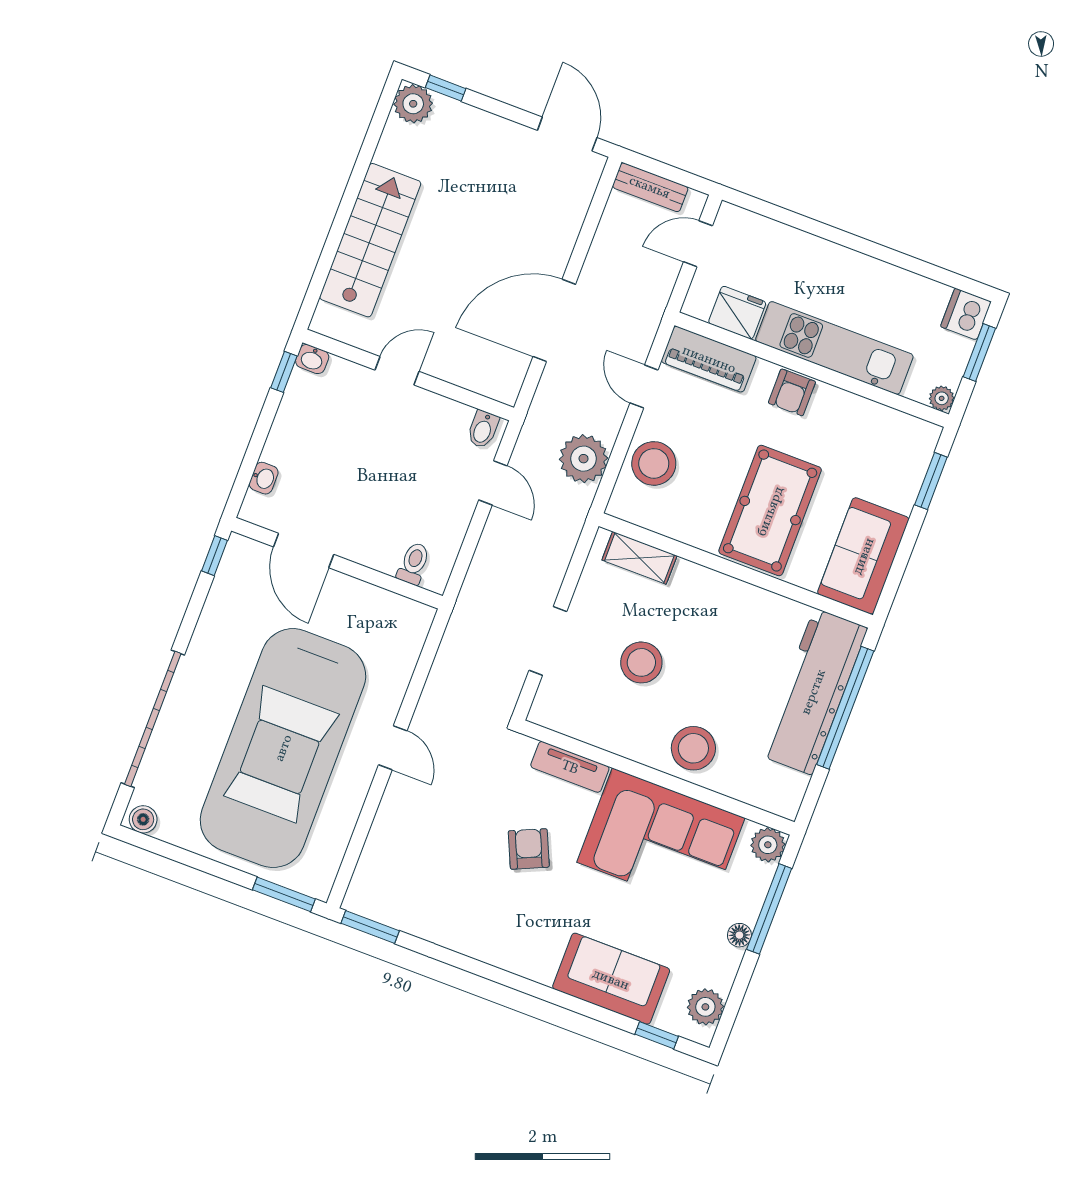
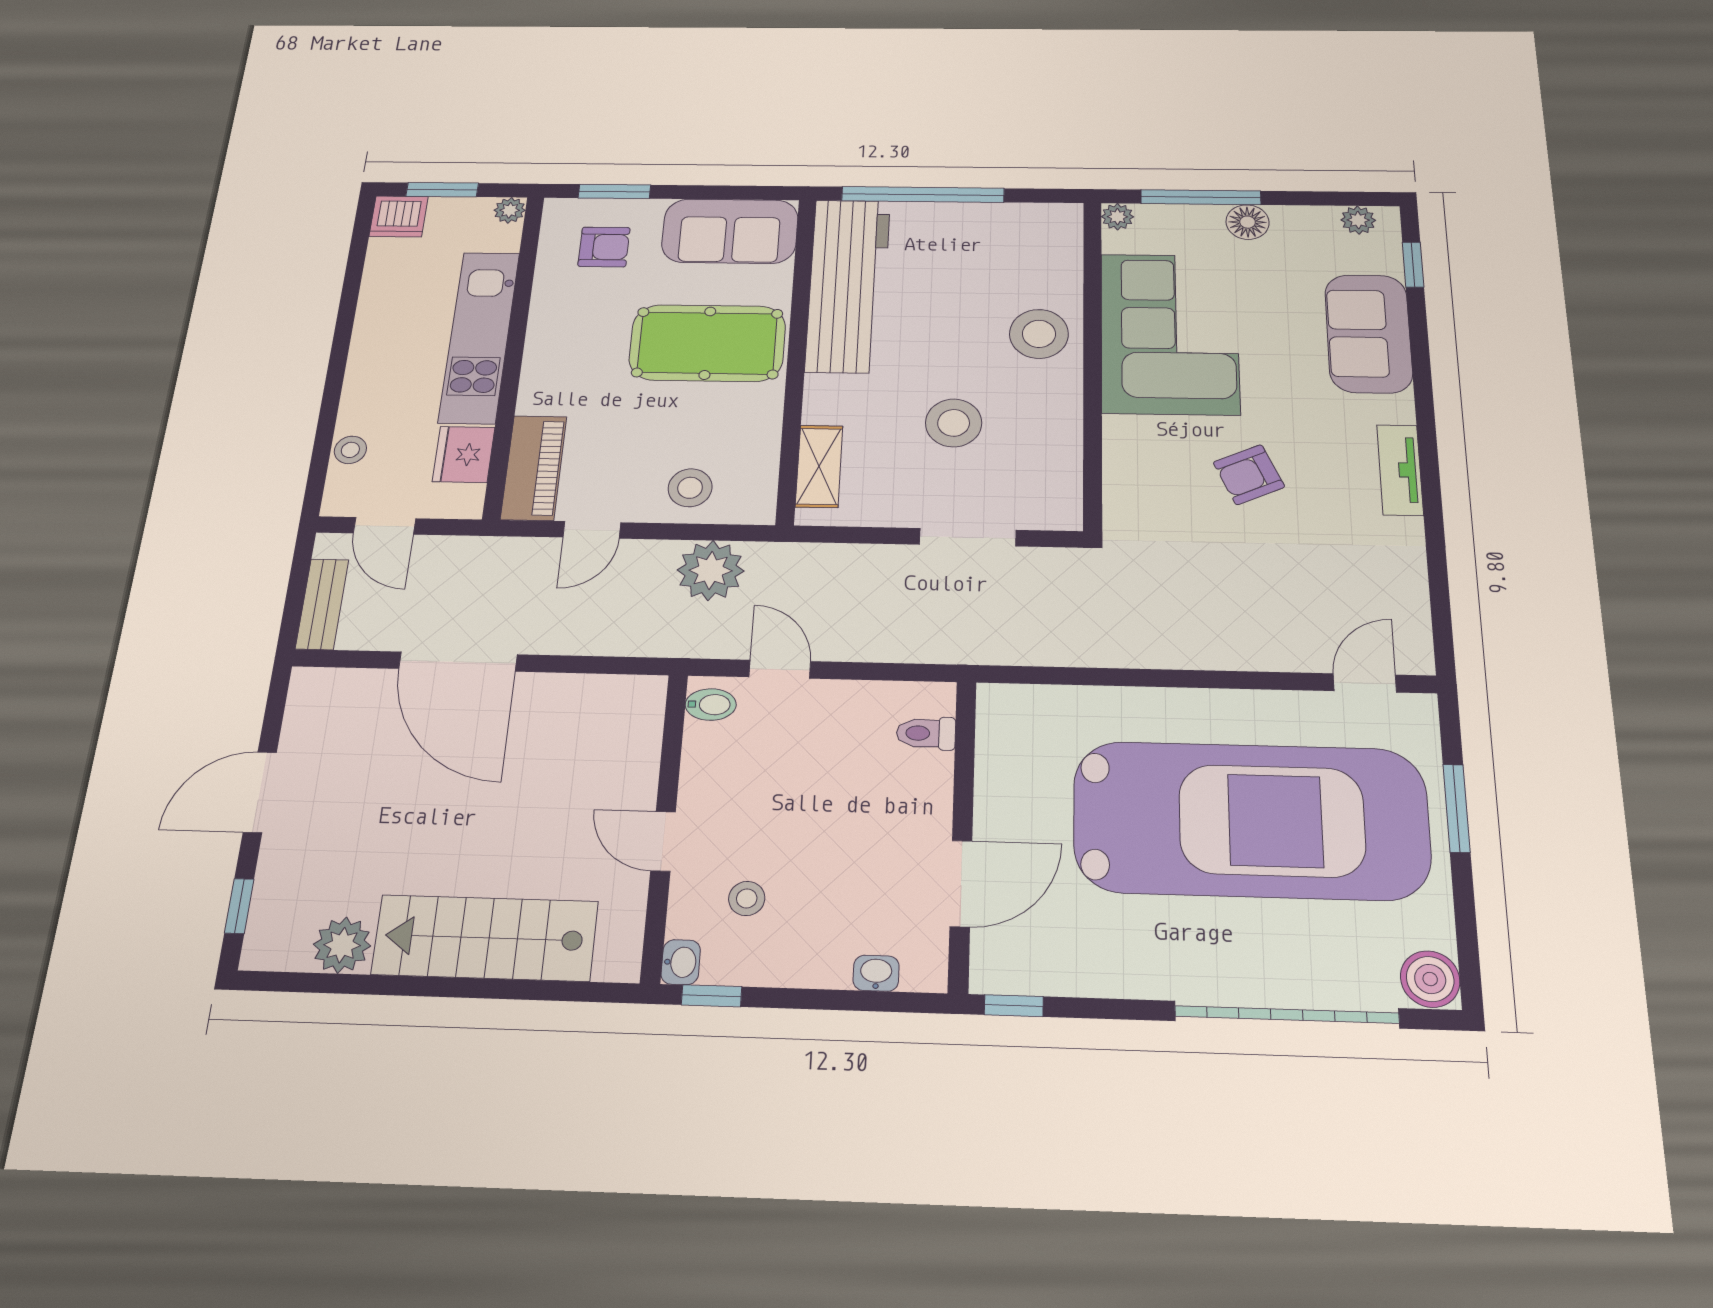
plant: (413, 104) -> (342, 945), moved
door: (567, 134) -> (260, 792), moved
stool: (769, 233) -> (350, 450), added
door: (554, 320) -> (458, 662), moved
armchair: (792, 392) -> (604, 247), moved
stool: (340, 413) -> (747, 898), added
stool: (654, 463) -> (690, 488), width x0.73, depth x0.73
door: (493, 483) -> (780, 669), hinge flipped
workbench: (813, 692) -> (848, 285), moved, turned -90
door: (393, 748) -> (1365, 683), moved
tv unit: (570, 767) -> (1400, 470), moved, turned 180
boiler: (143, 819) -> (1430, 979), width x1.36, depth x1.36
plant: (768, 845) -> (1117, 217), width x0.73, depth x0.73
window: (284, 894) -> (1457, 808), moved
window: (370, 927) -> (1442, 629), removed
floor lamp: (739, 935) -> (1248, 222), width x1.37, depth x1.37
plant: (705, 1007) -> (1358, 220), width x0.73, depth x0.73

